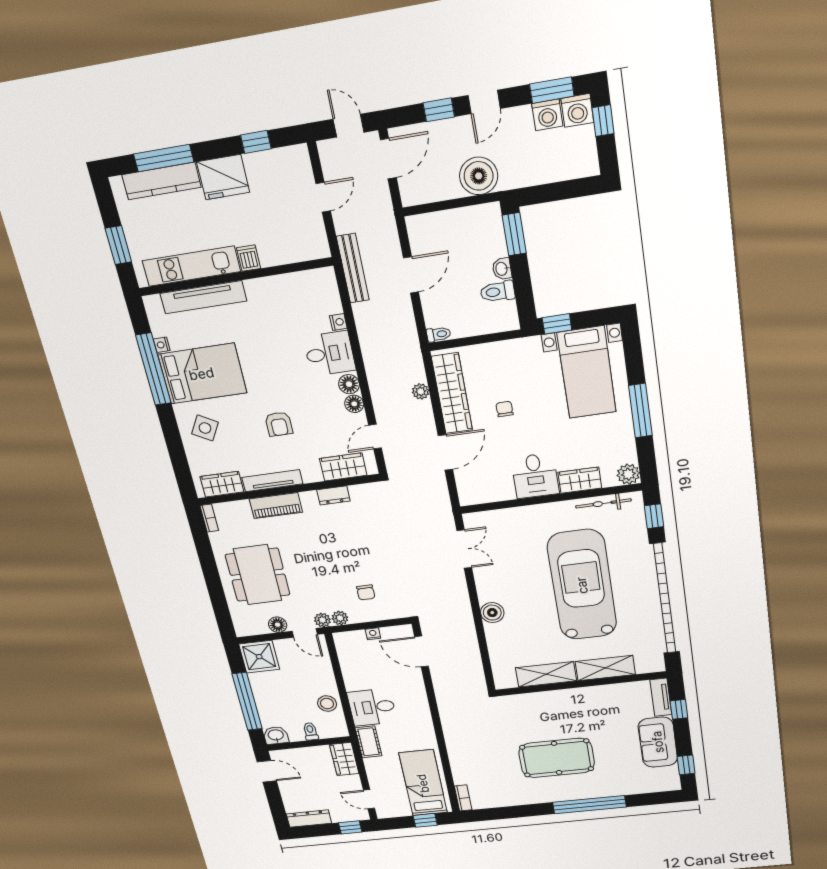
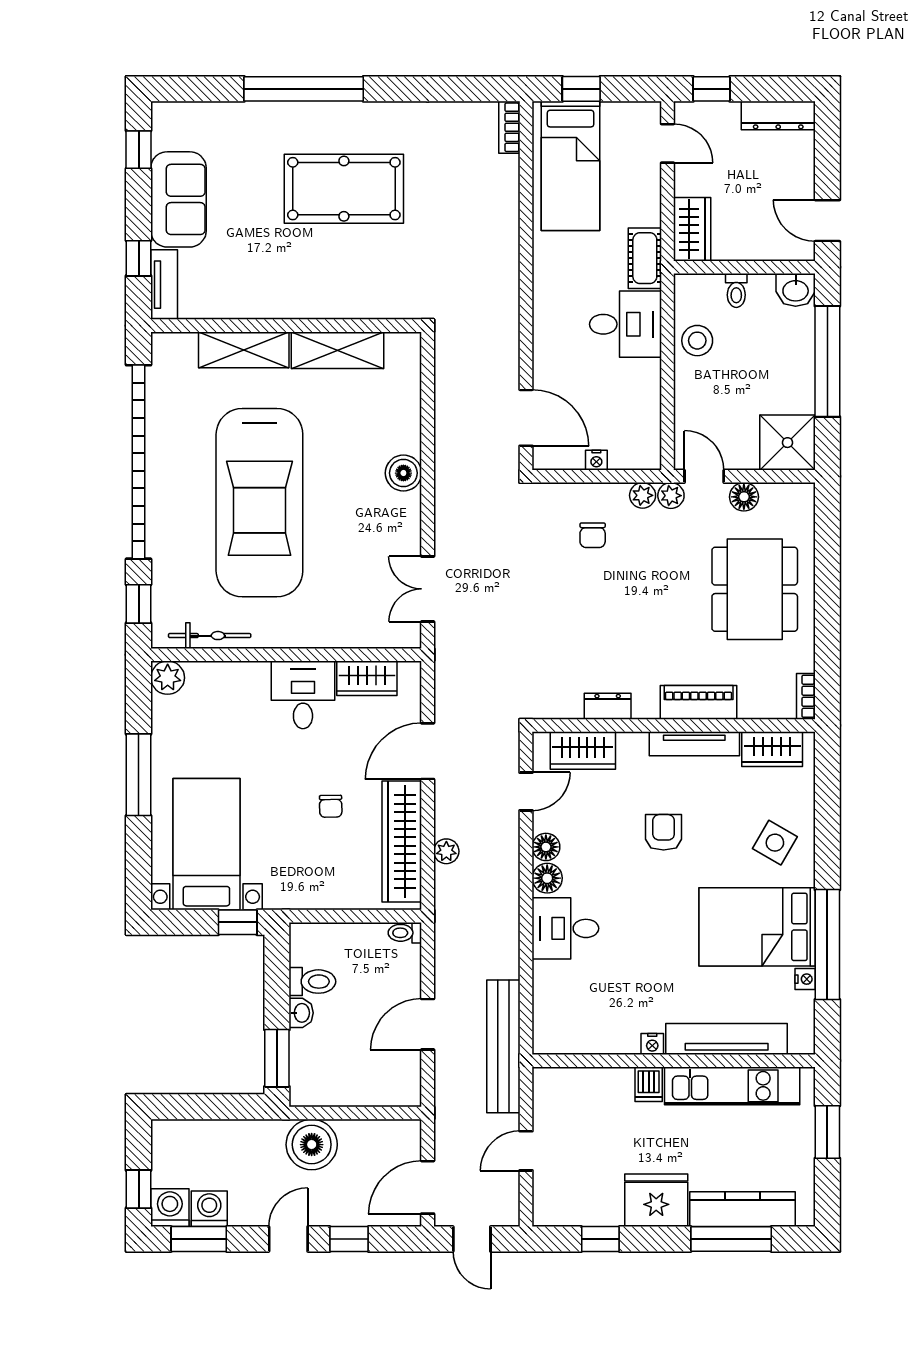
bench: (353, 268) -> (503, 1046), width x1.37, depth x1.21
nightstand: (338, 322) -> (652, 1044), moved, turned -90
wardrobe: (580, 480) -> (367, 678), moved
chair: (366, 592) -> (593, 535), turned 180

